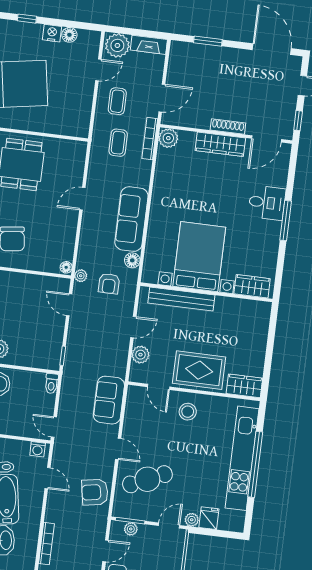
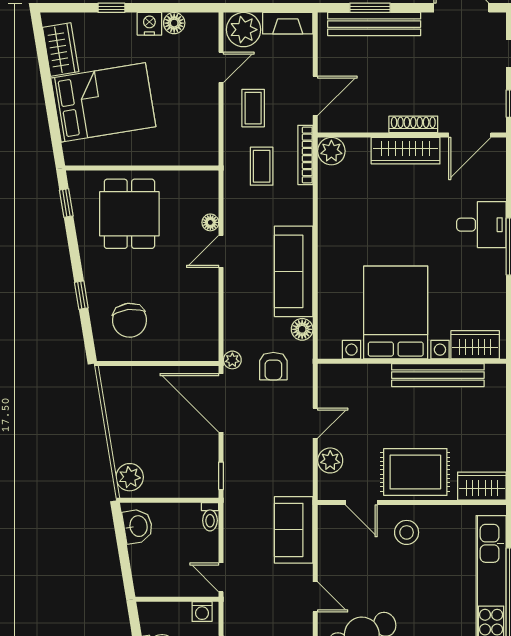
bench: (209, 53) -> (374, 24), added
floor lamp: (66, 267) -> (210, 222), moved
bench: (181, 299) -> (438, 375), moved
door: (69, 305) -> (221, 403), width x1.88

